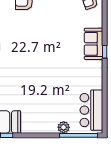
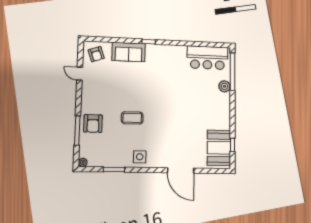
coffee table: (30, 38) -> (132, 118), added
sofa: (93, 44) -> (129, 52), moved

